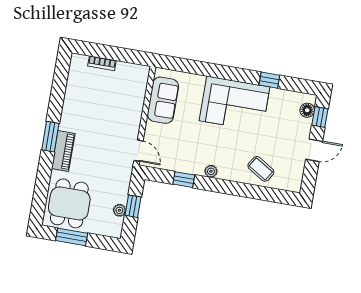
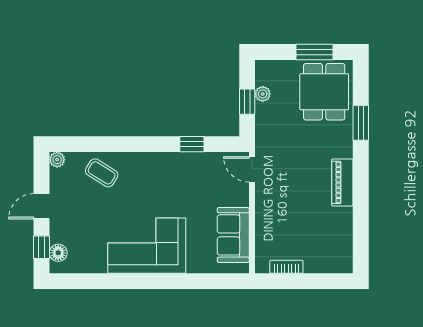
bookcase: (102, 63) -> (286, 267), moved
window: (269, 80) -> (110, 281), removed
window: (50, 137) -> (361, 123), moved
piano: (63, 151) -> (342, 182), moved
plant: (211, 171) -> (57, 160), moved

